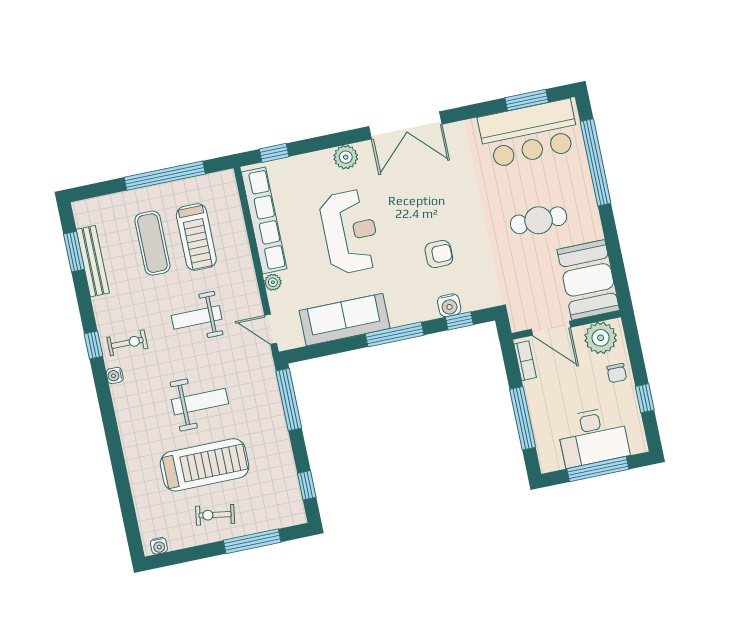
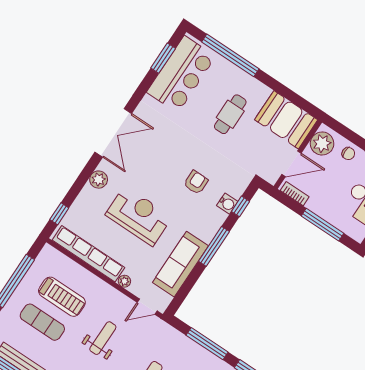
weight bench: (197, 317) -> (103, 338), turned 180
window: (289, 399) -> (207, 344), moved

